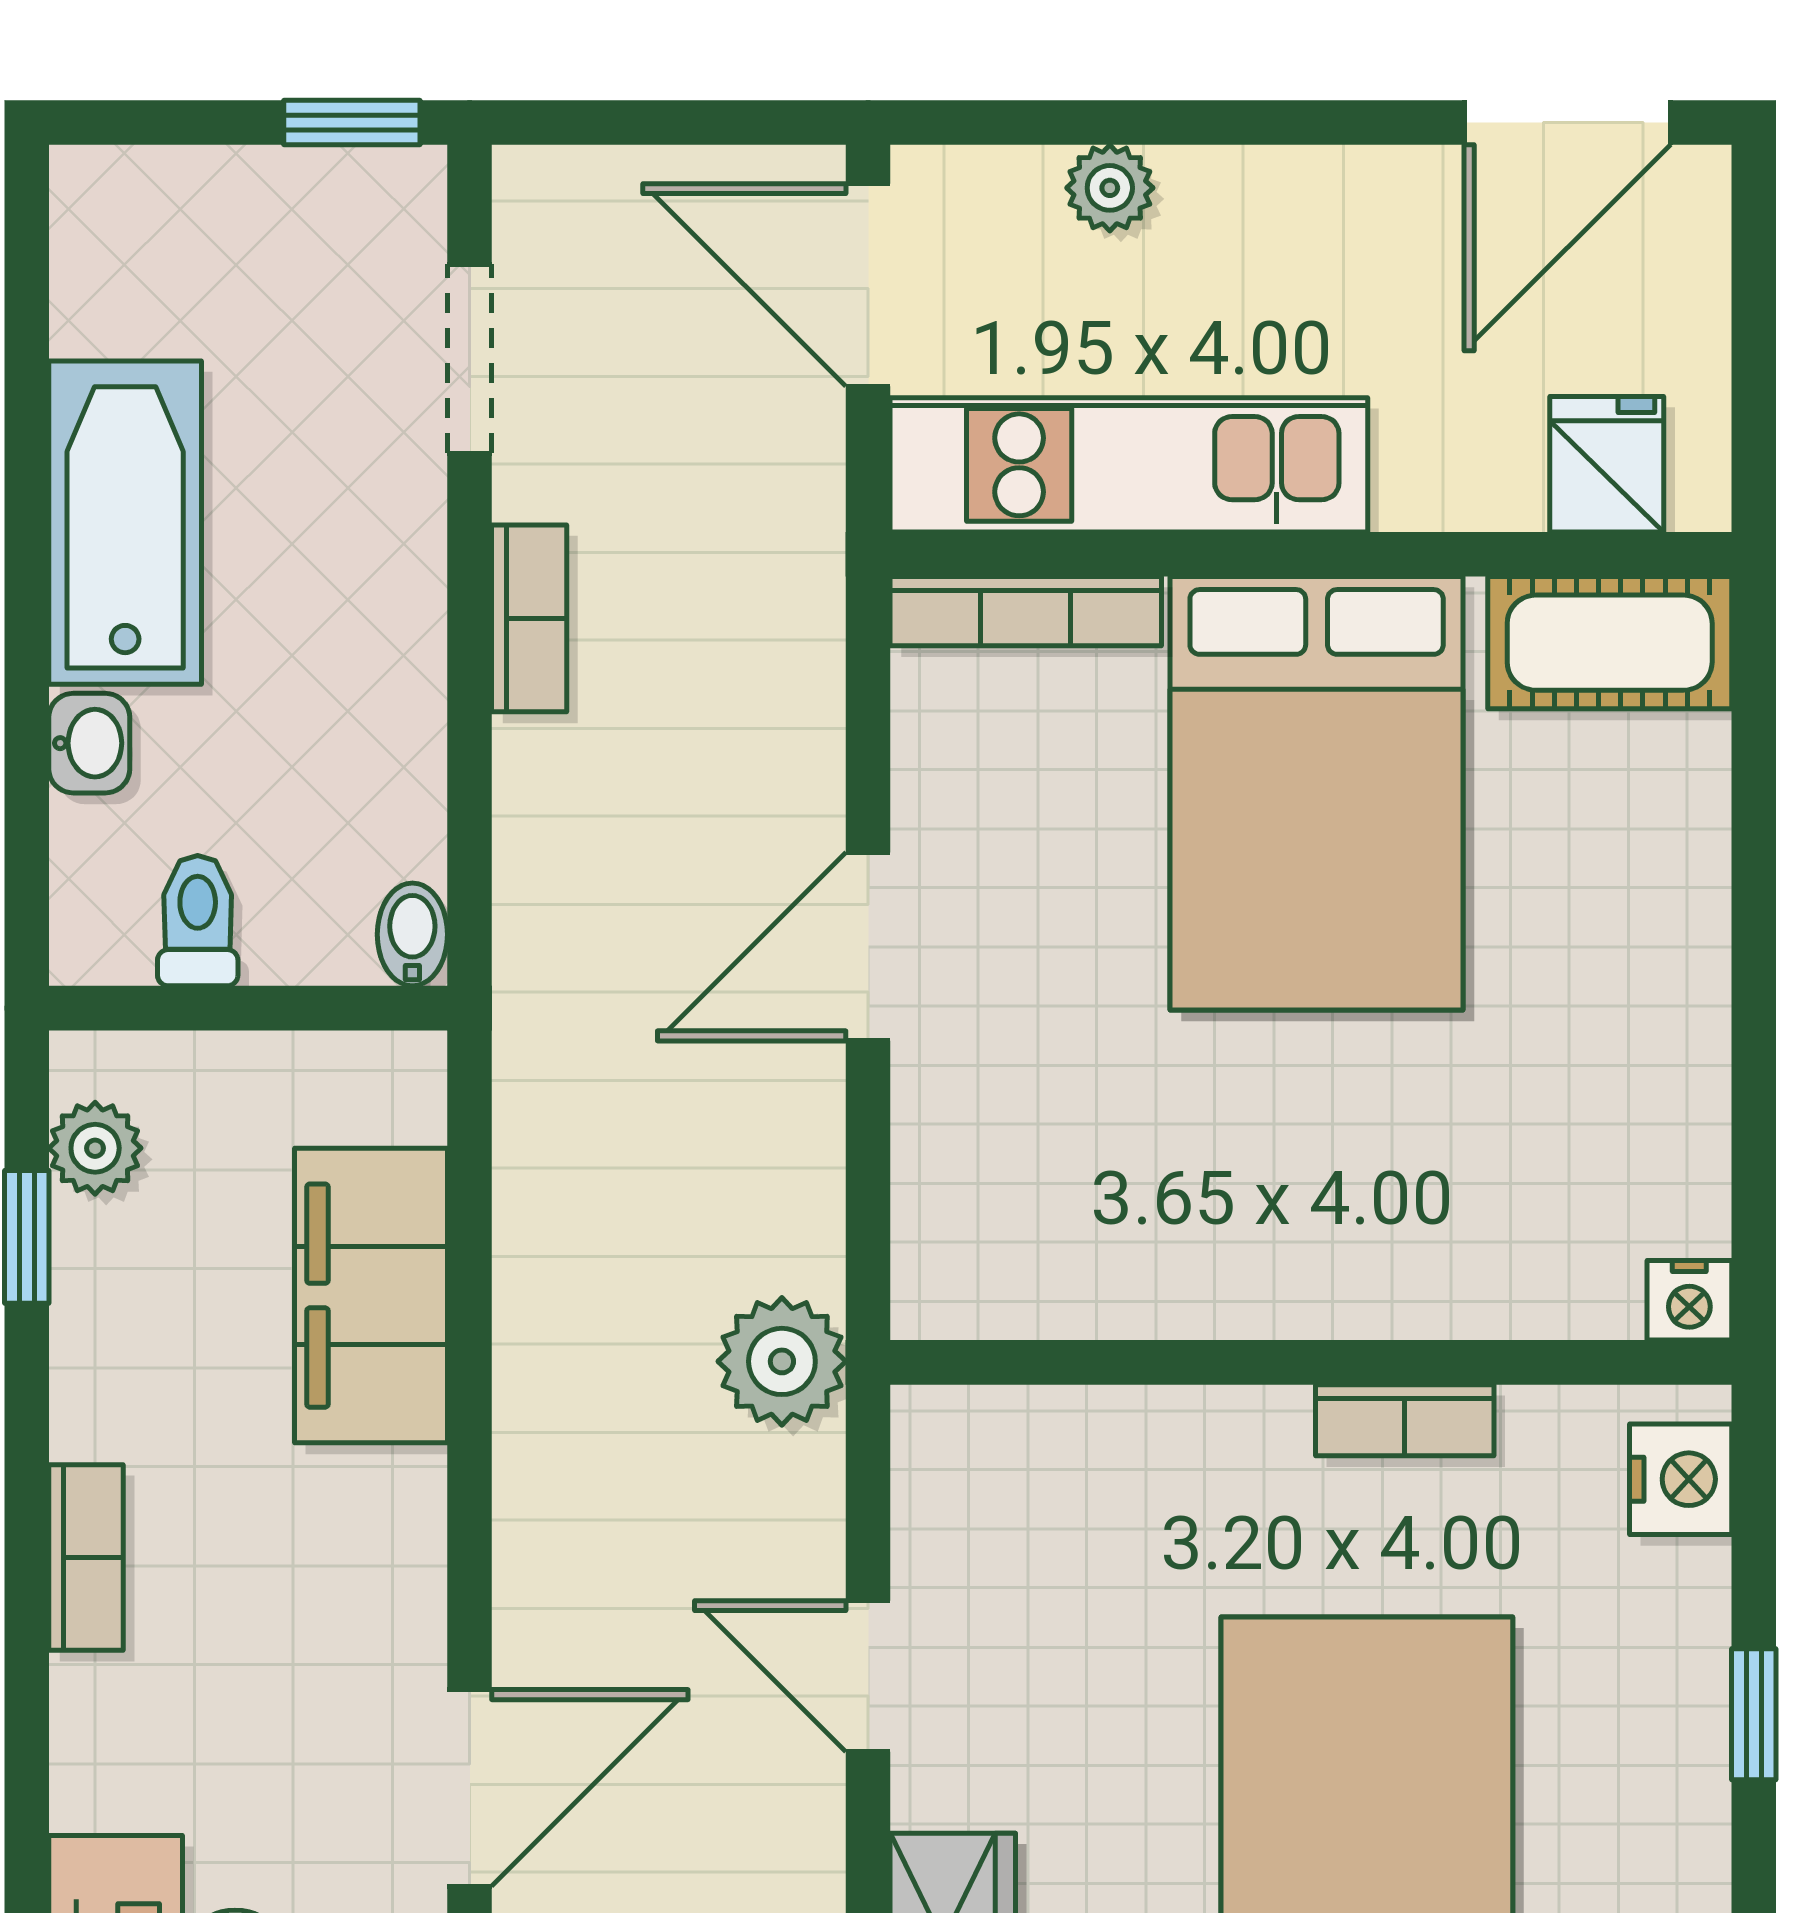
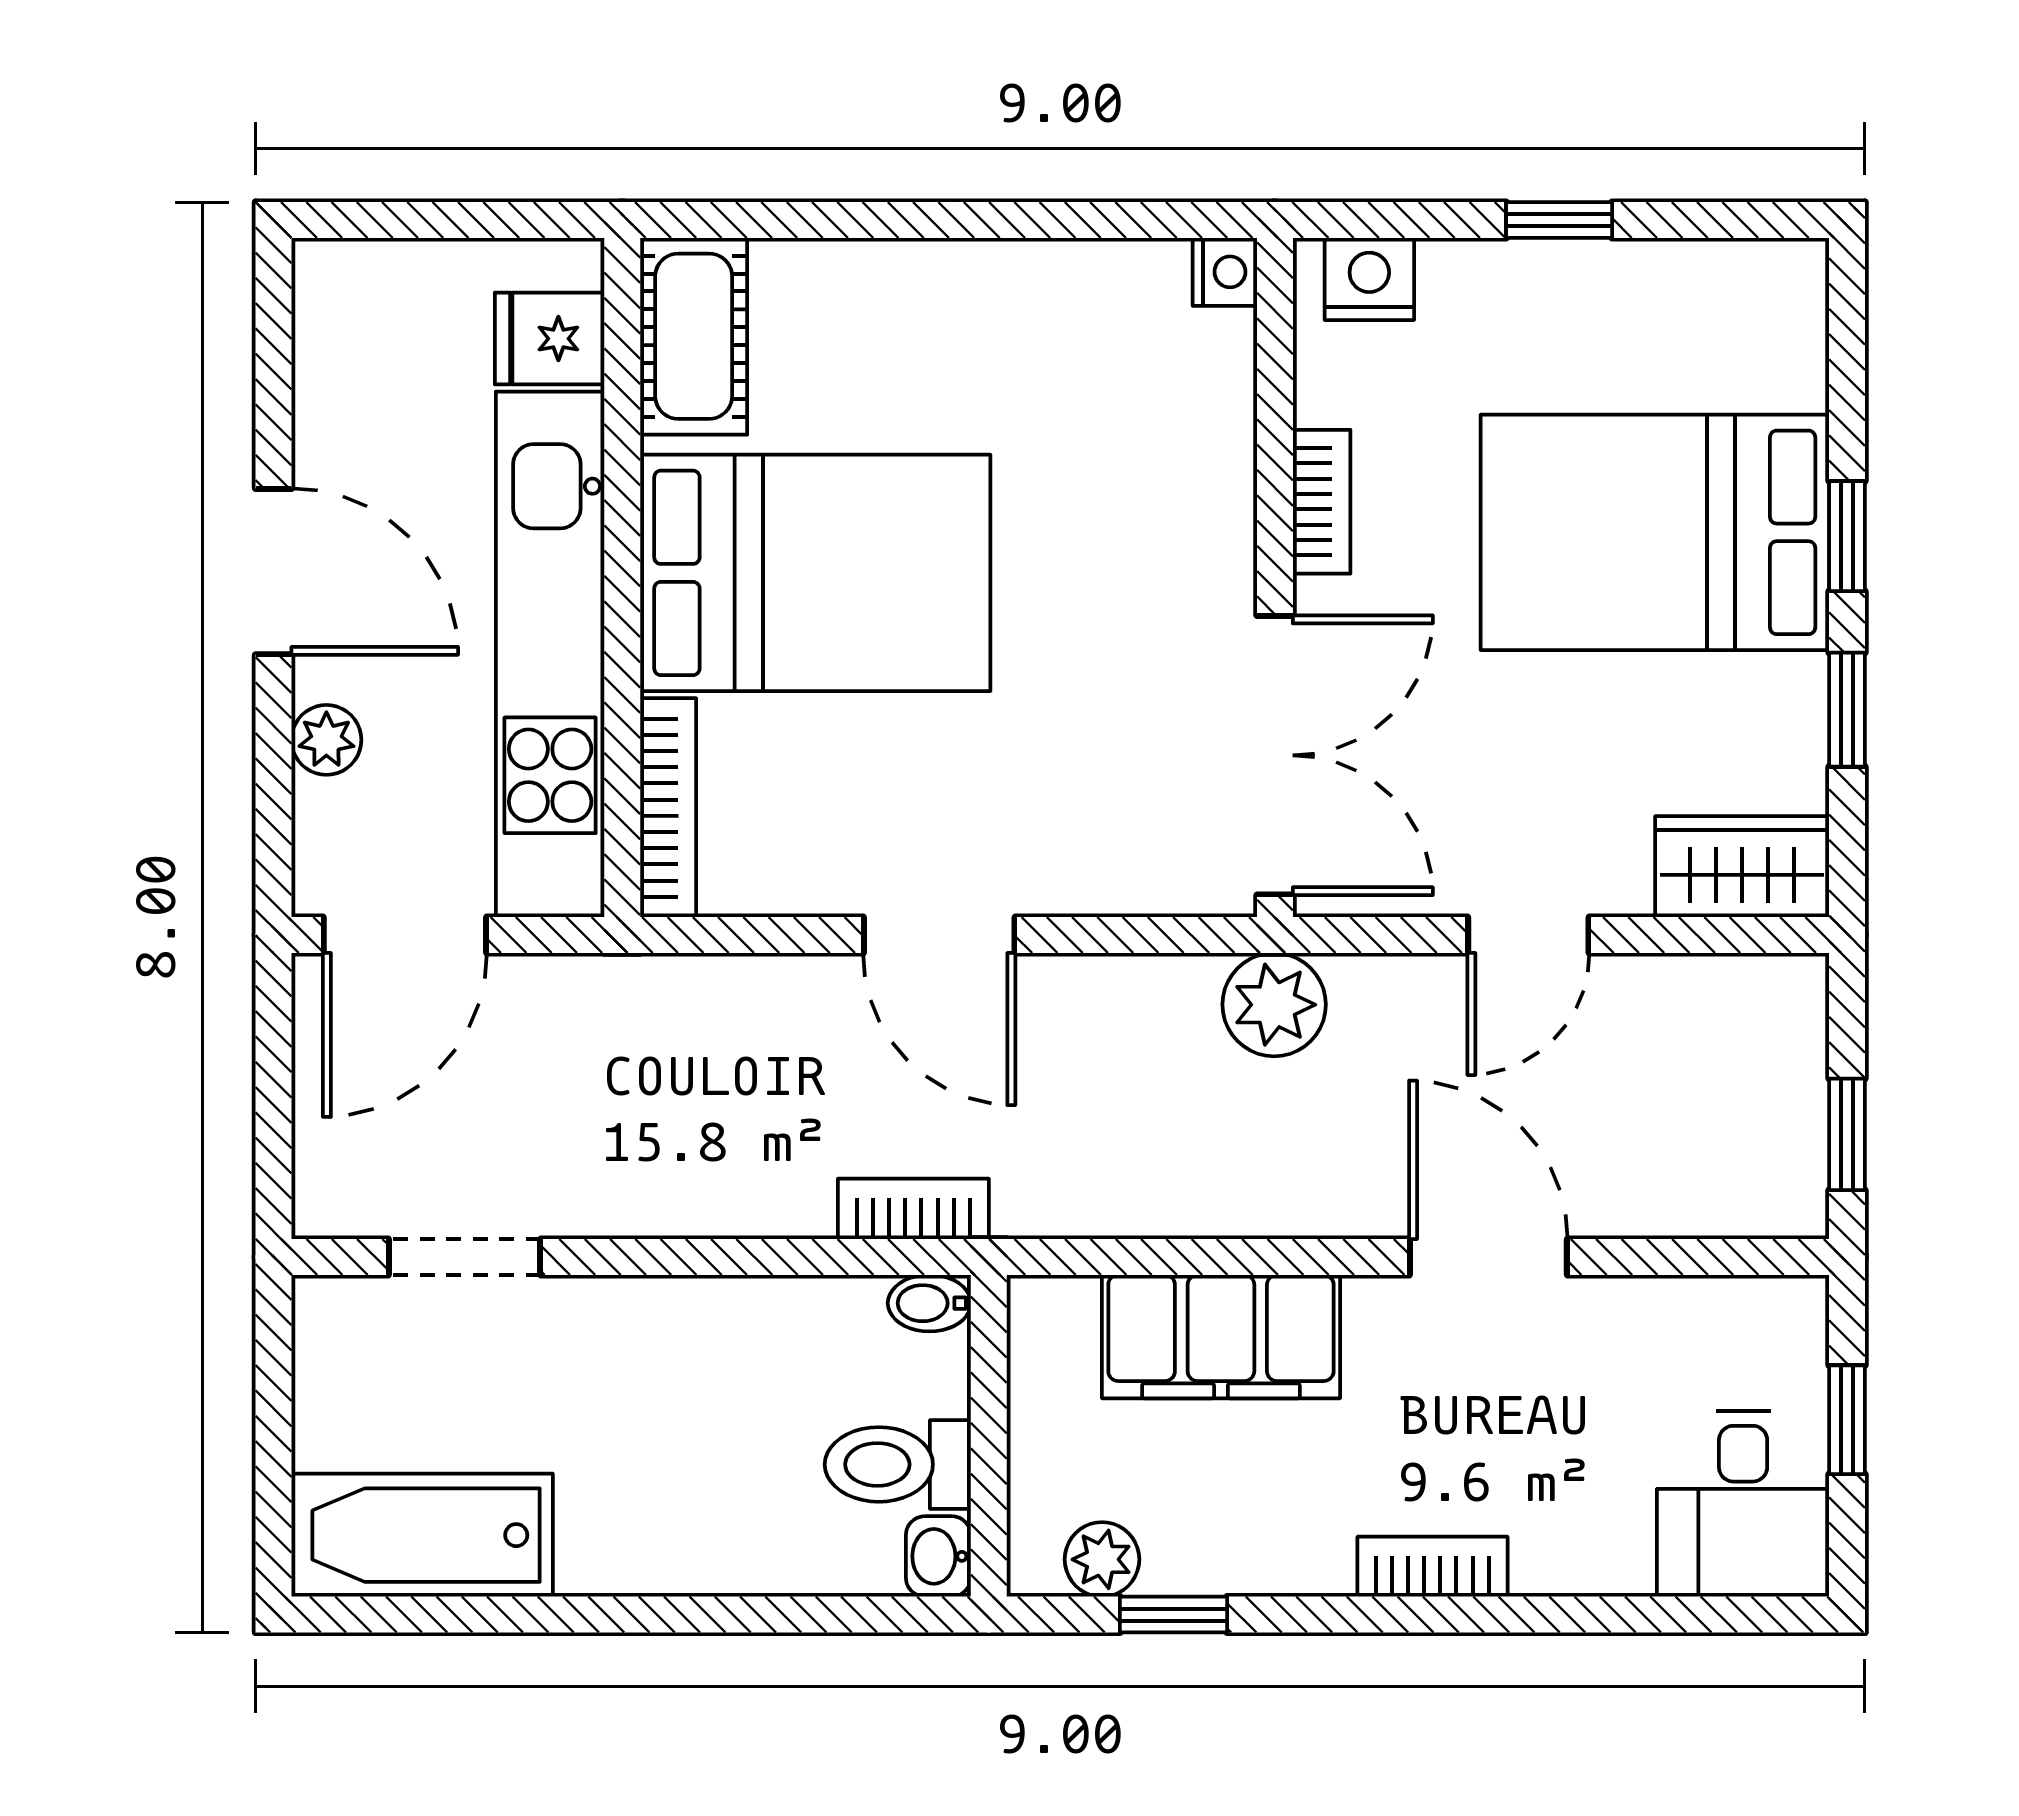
window: (352, 123) -> (274, 1352), removed
door: (1567, 123) -> (274, 572), moved
kitchen unit: (1129, 465) -> (550, 654), width x1.36
bathtub: (125, 523) -> (422, 1535), moved
bookcase: (529, 618) -> (913, 1209), moved
washbasin: (89, 743) -> (938, 1556), moved, turned -90
toilet: (198, 921) -> (898, 1464), width x1.37, depth x1.39
double door: (1091, 1362) -> (1275, 755), added
door: (470, 1788) -> (1488, 1257), moved

